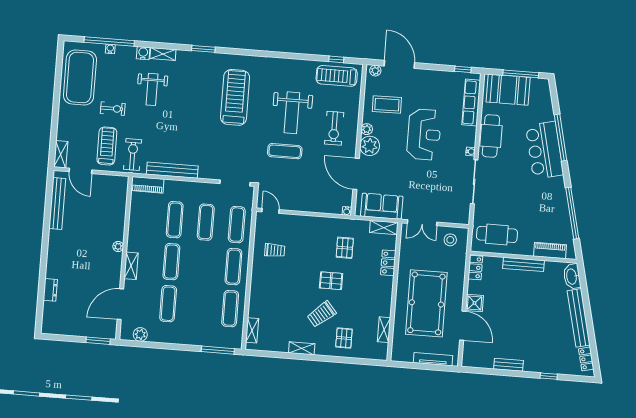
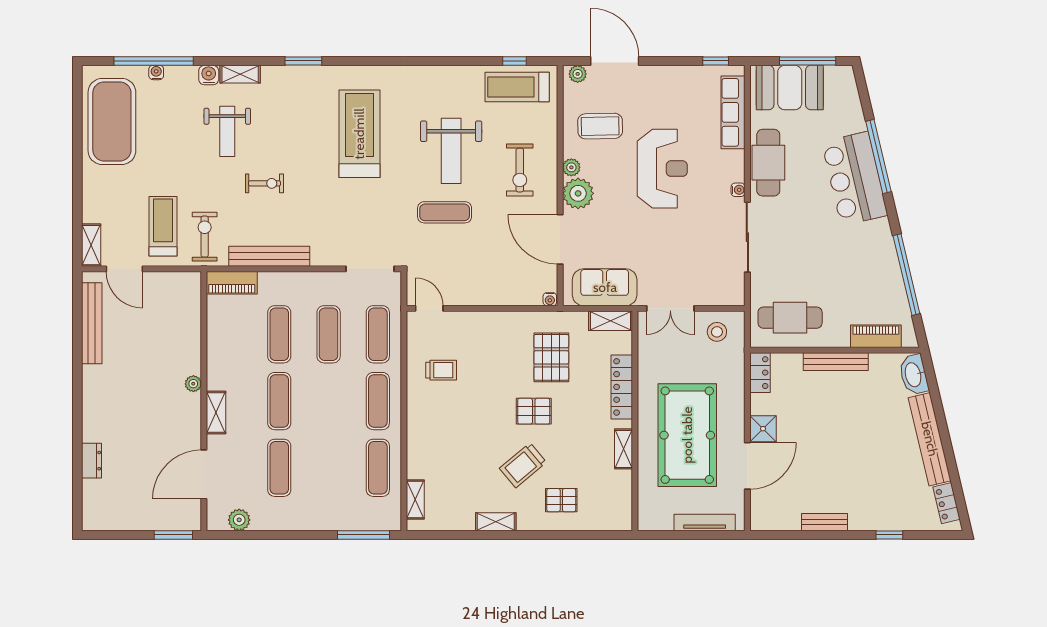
exercise bike: (113, 109) -> (265, 183), moved
pallet: (345, 248) -> (551, 357), width x1.50, depth x1.42
locker: (388, 263) -> (622, 387), width x1.53
door: (463, 326) -> (747, 466), hinge flipped
shelving: (384, 330) -> (624, 449), moved
pallet: (344, 338) -> (561, 500), turned 90

